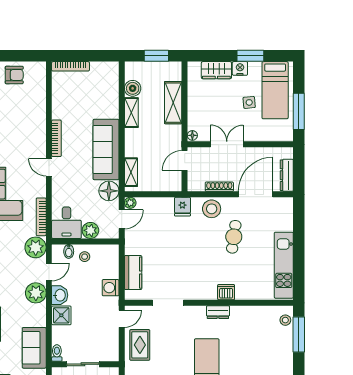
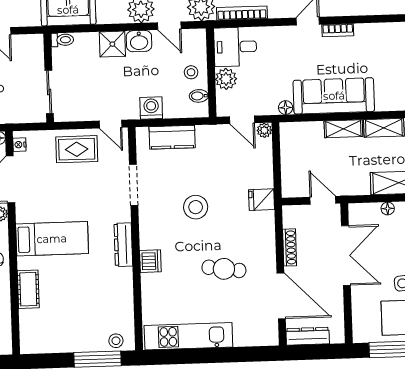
floor lamp: (192, 135) -> (388, 208), moved
bookcase: (56, 138) -> (338, 30), width x0.64
double door: (227, 144) -> (346, 255), width x1.37
shelving: (131, 172) -> (343, 129), moved
floor lamp: (109, 191) -> (286, 108), width x0.53, depth x0.53
stool: (212, 209) -> (196, 207), moved
bidet: (69, 251) -> (199, 96), moved
dresser: (218, 312) -> (123, 245), width x1.44
sliding door: (83, 364) -> (49, 92), moved

